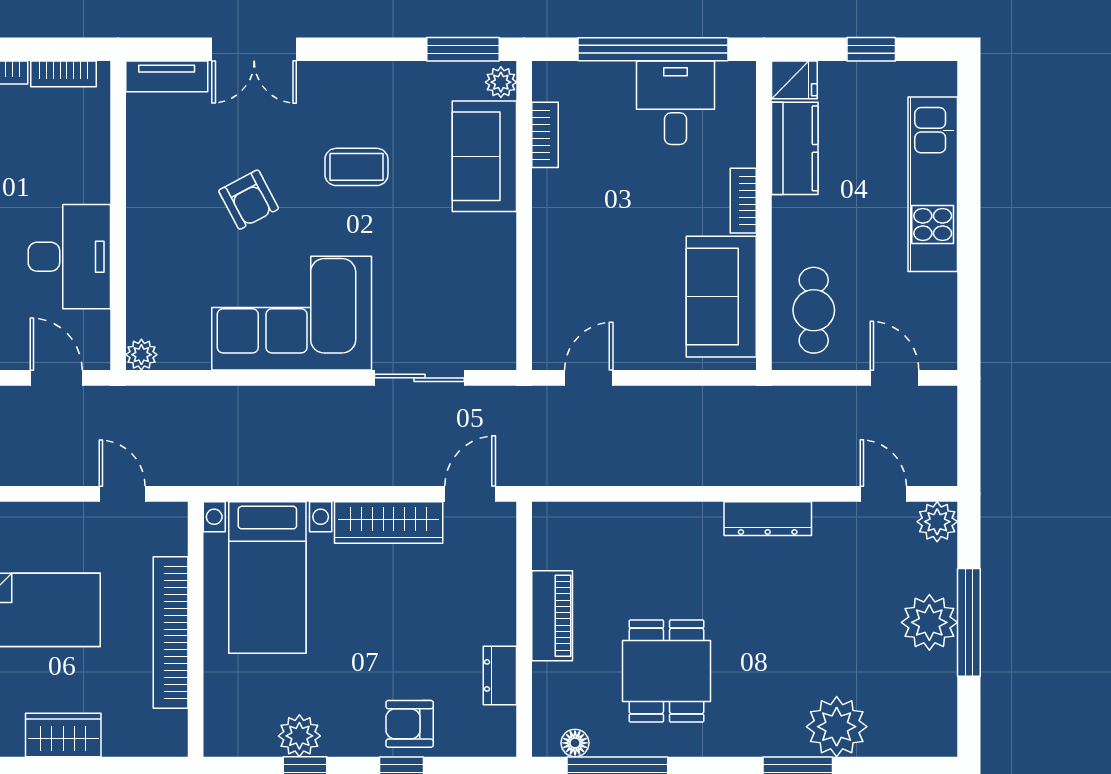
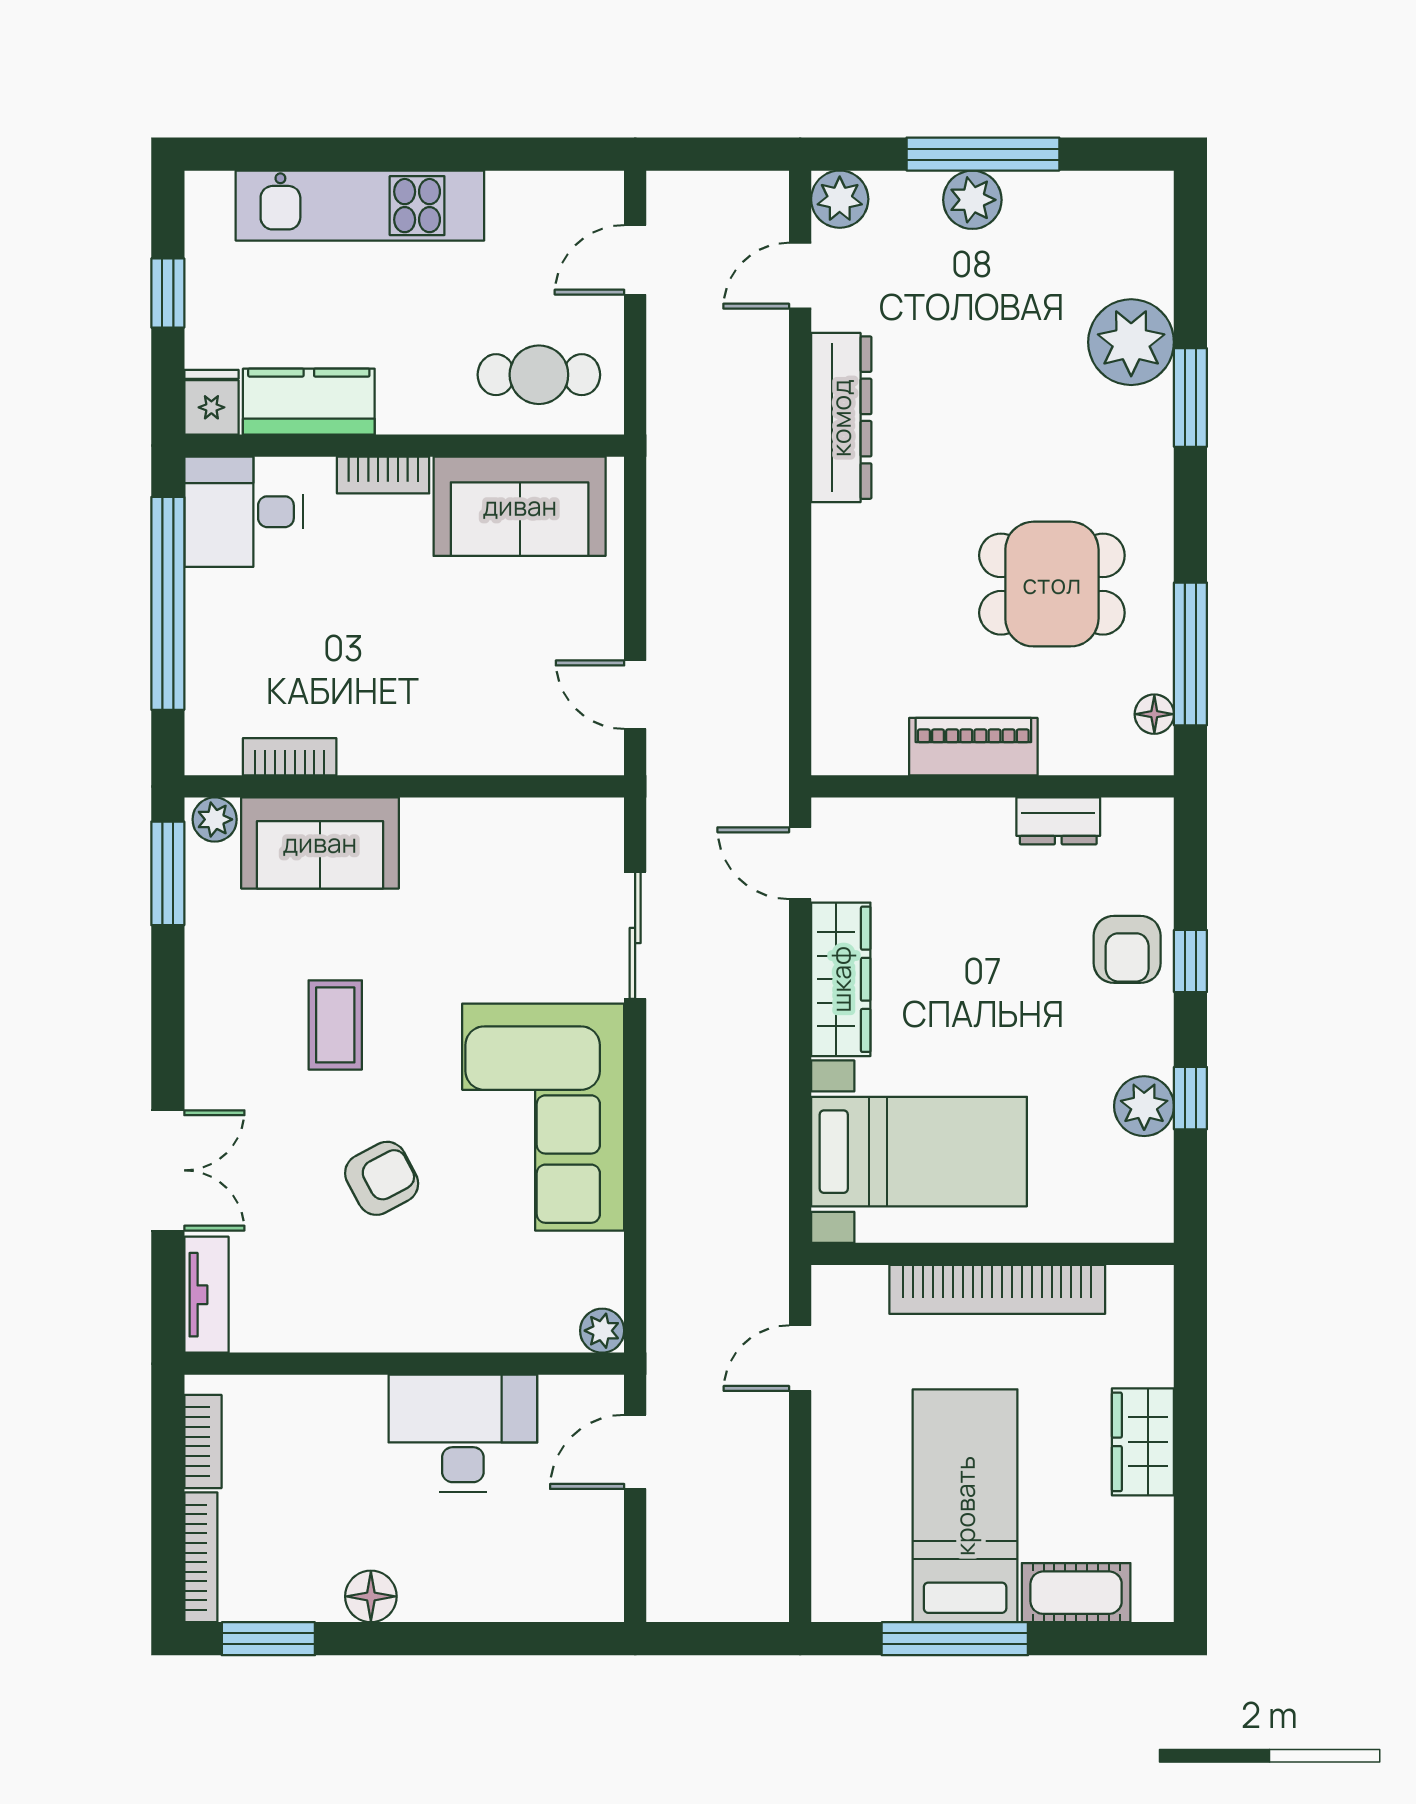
desk: (675, 103) -> (244, 512), moved
dresser: (768, 519) -> (841, 418), width x1.37, depth x1.24
plant: (929, 622) -> (972, 200), width x0.73, depth x0.73

